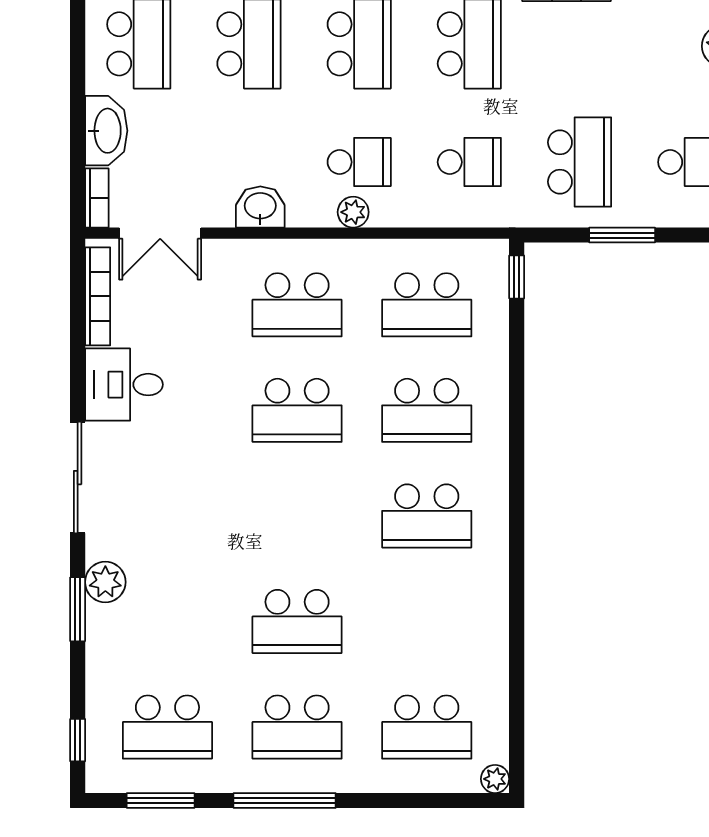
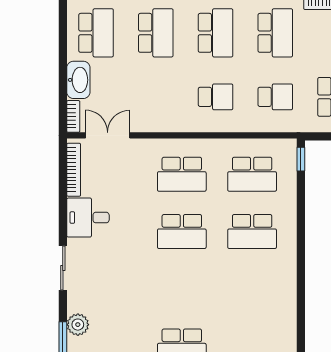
washbasin: (260, 207) -> (162, 121), removed
plant: (353, 212) -> (212, 124), removed
double door: (160, 233) -> (108, 135), swing flipped
sliding door: (78, 478) -> (63, 268), width x0.73
school desk: (427, 516) -> (252, 289), removed

